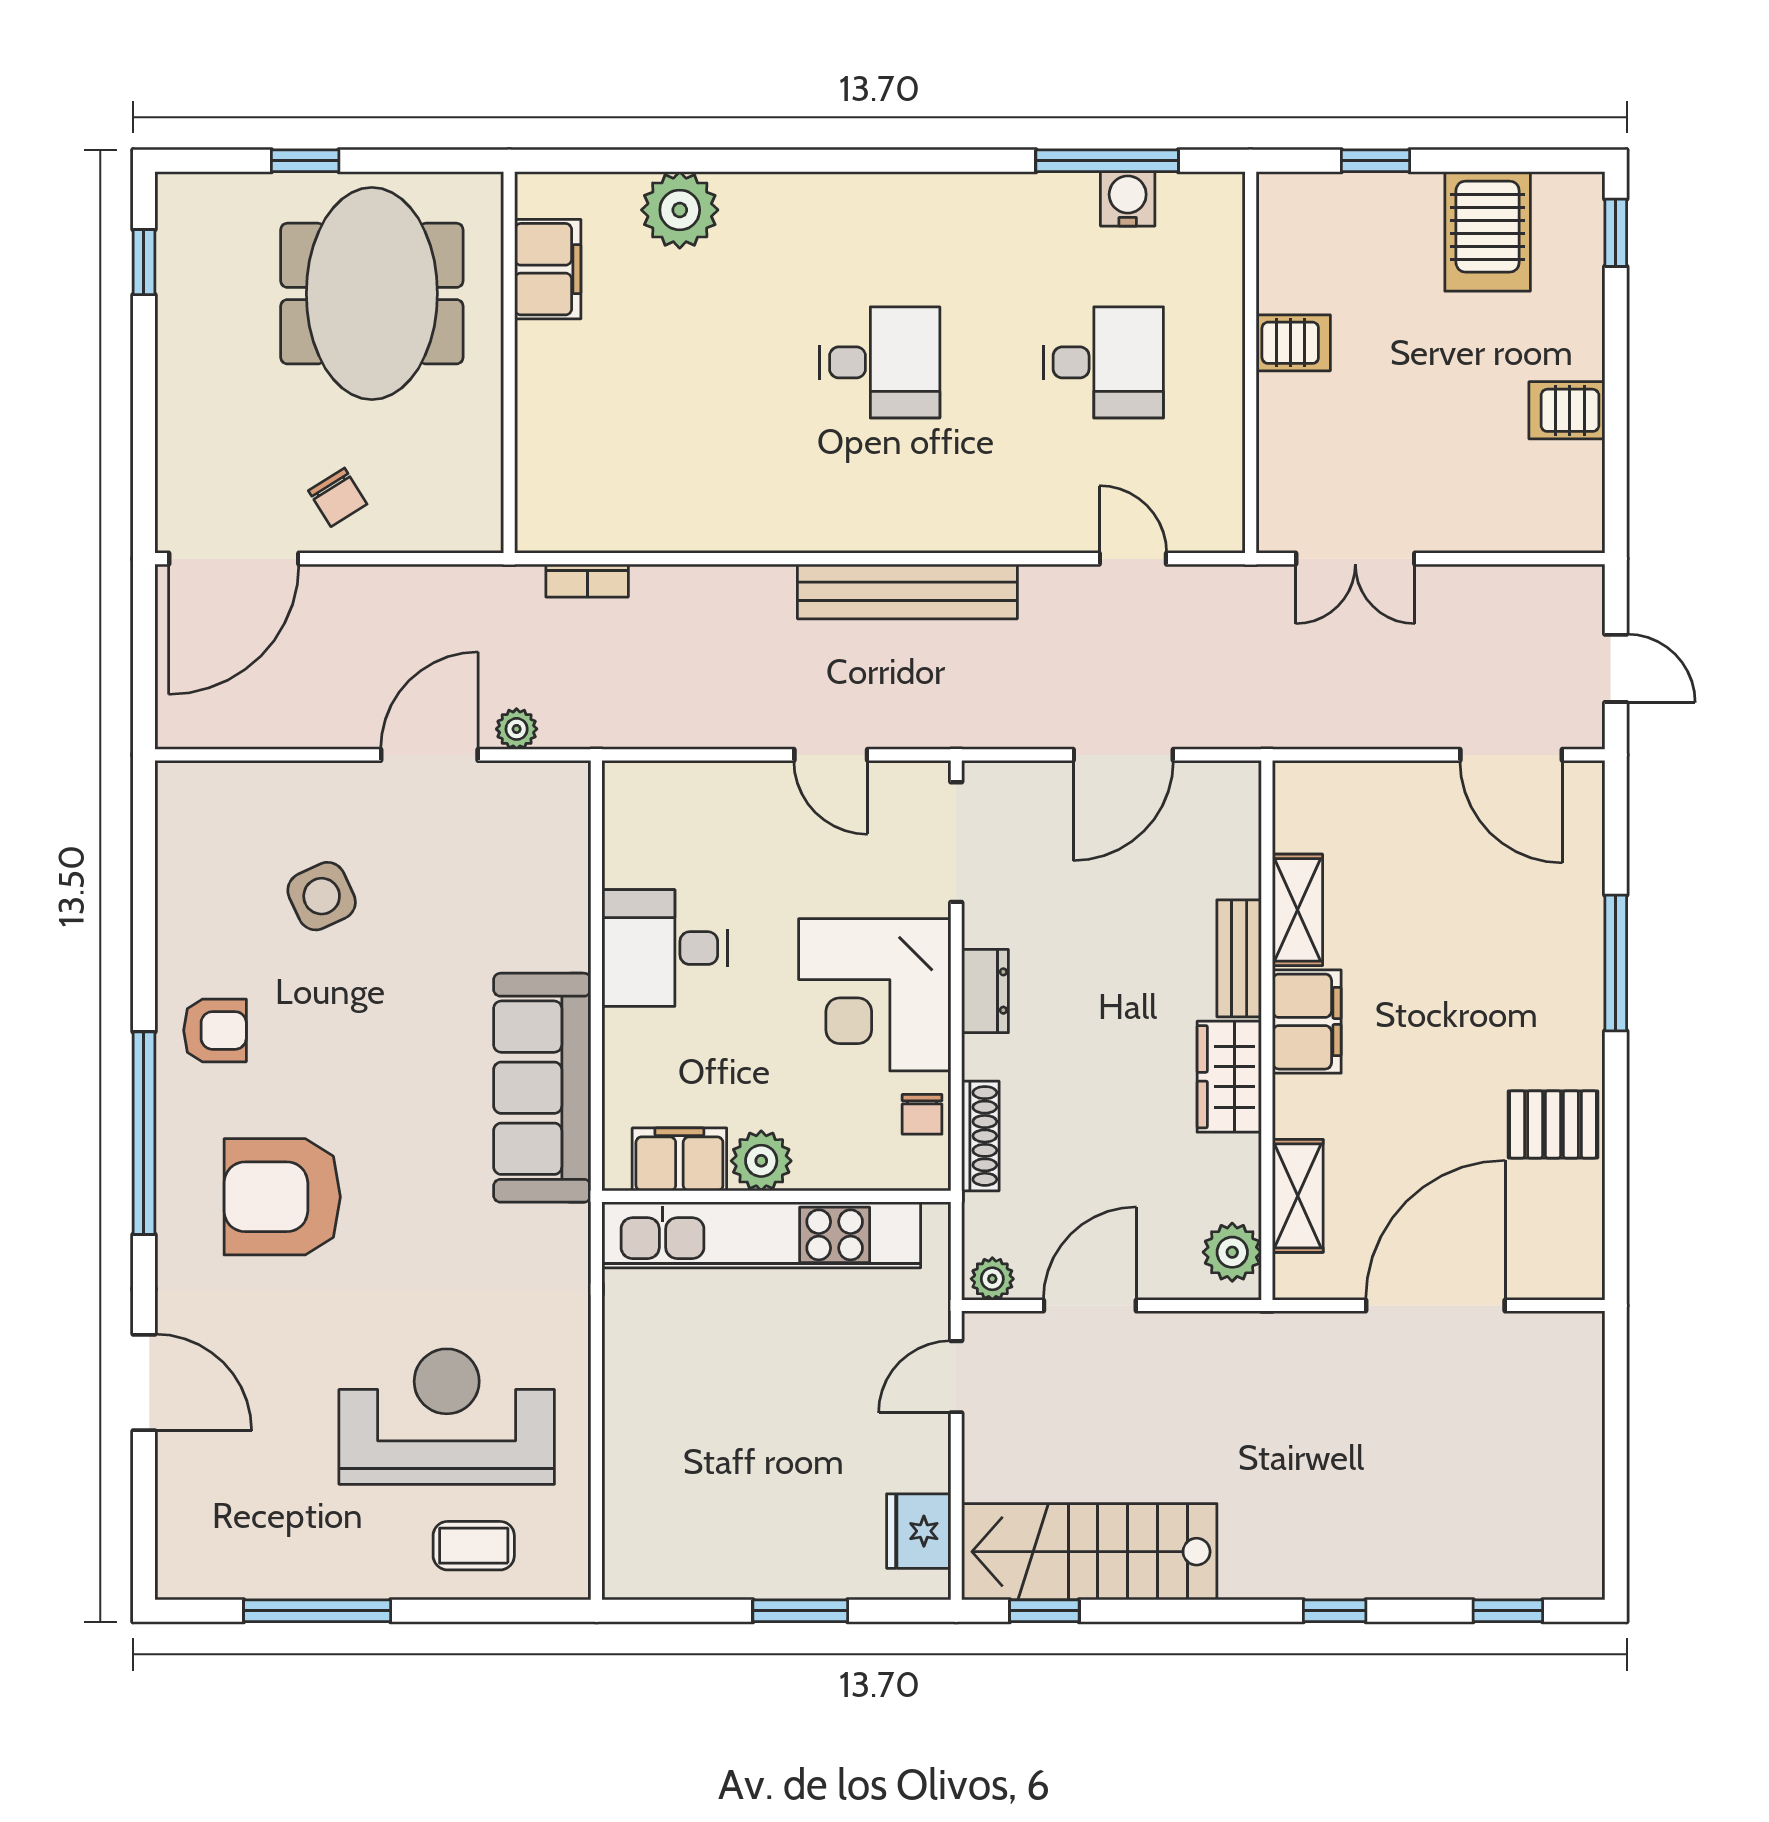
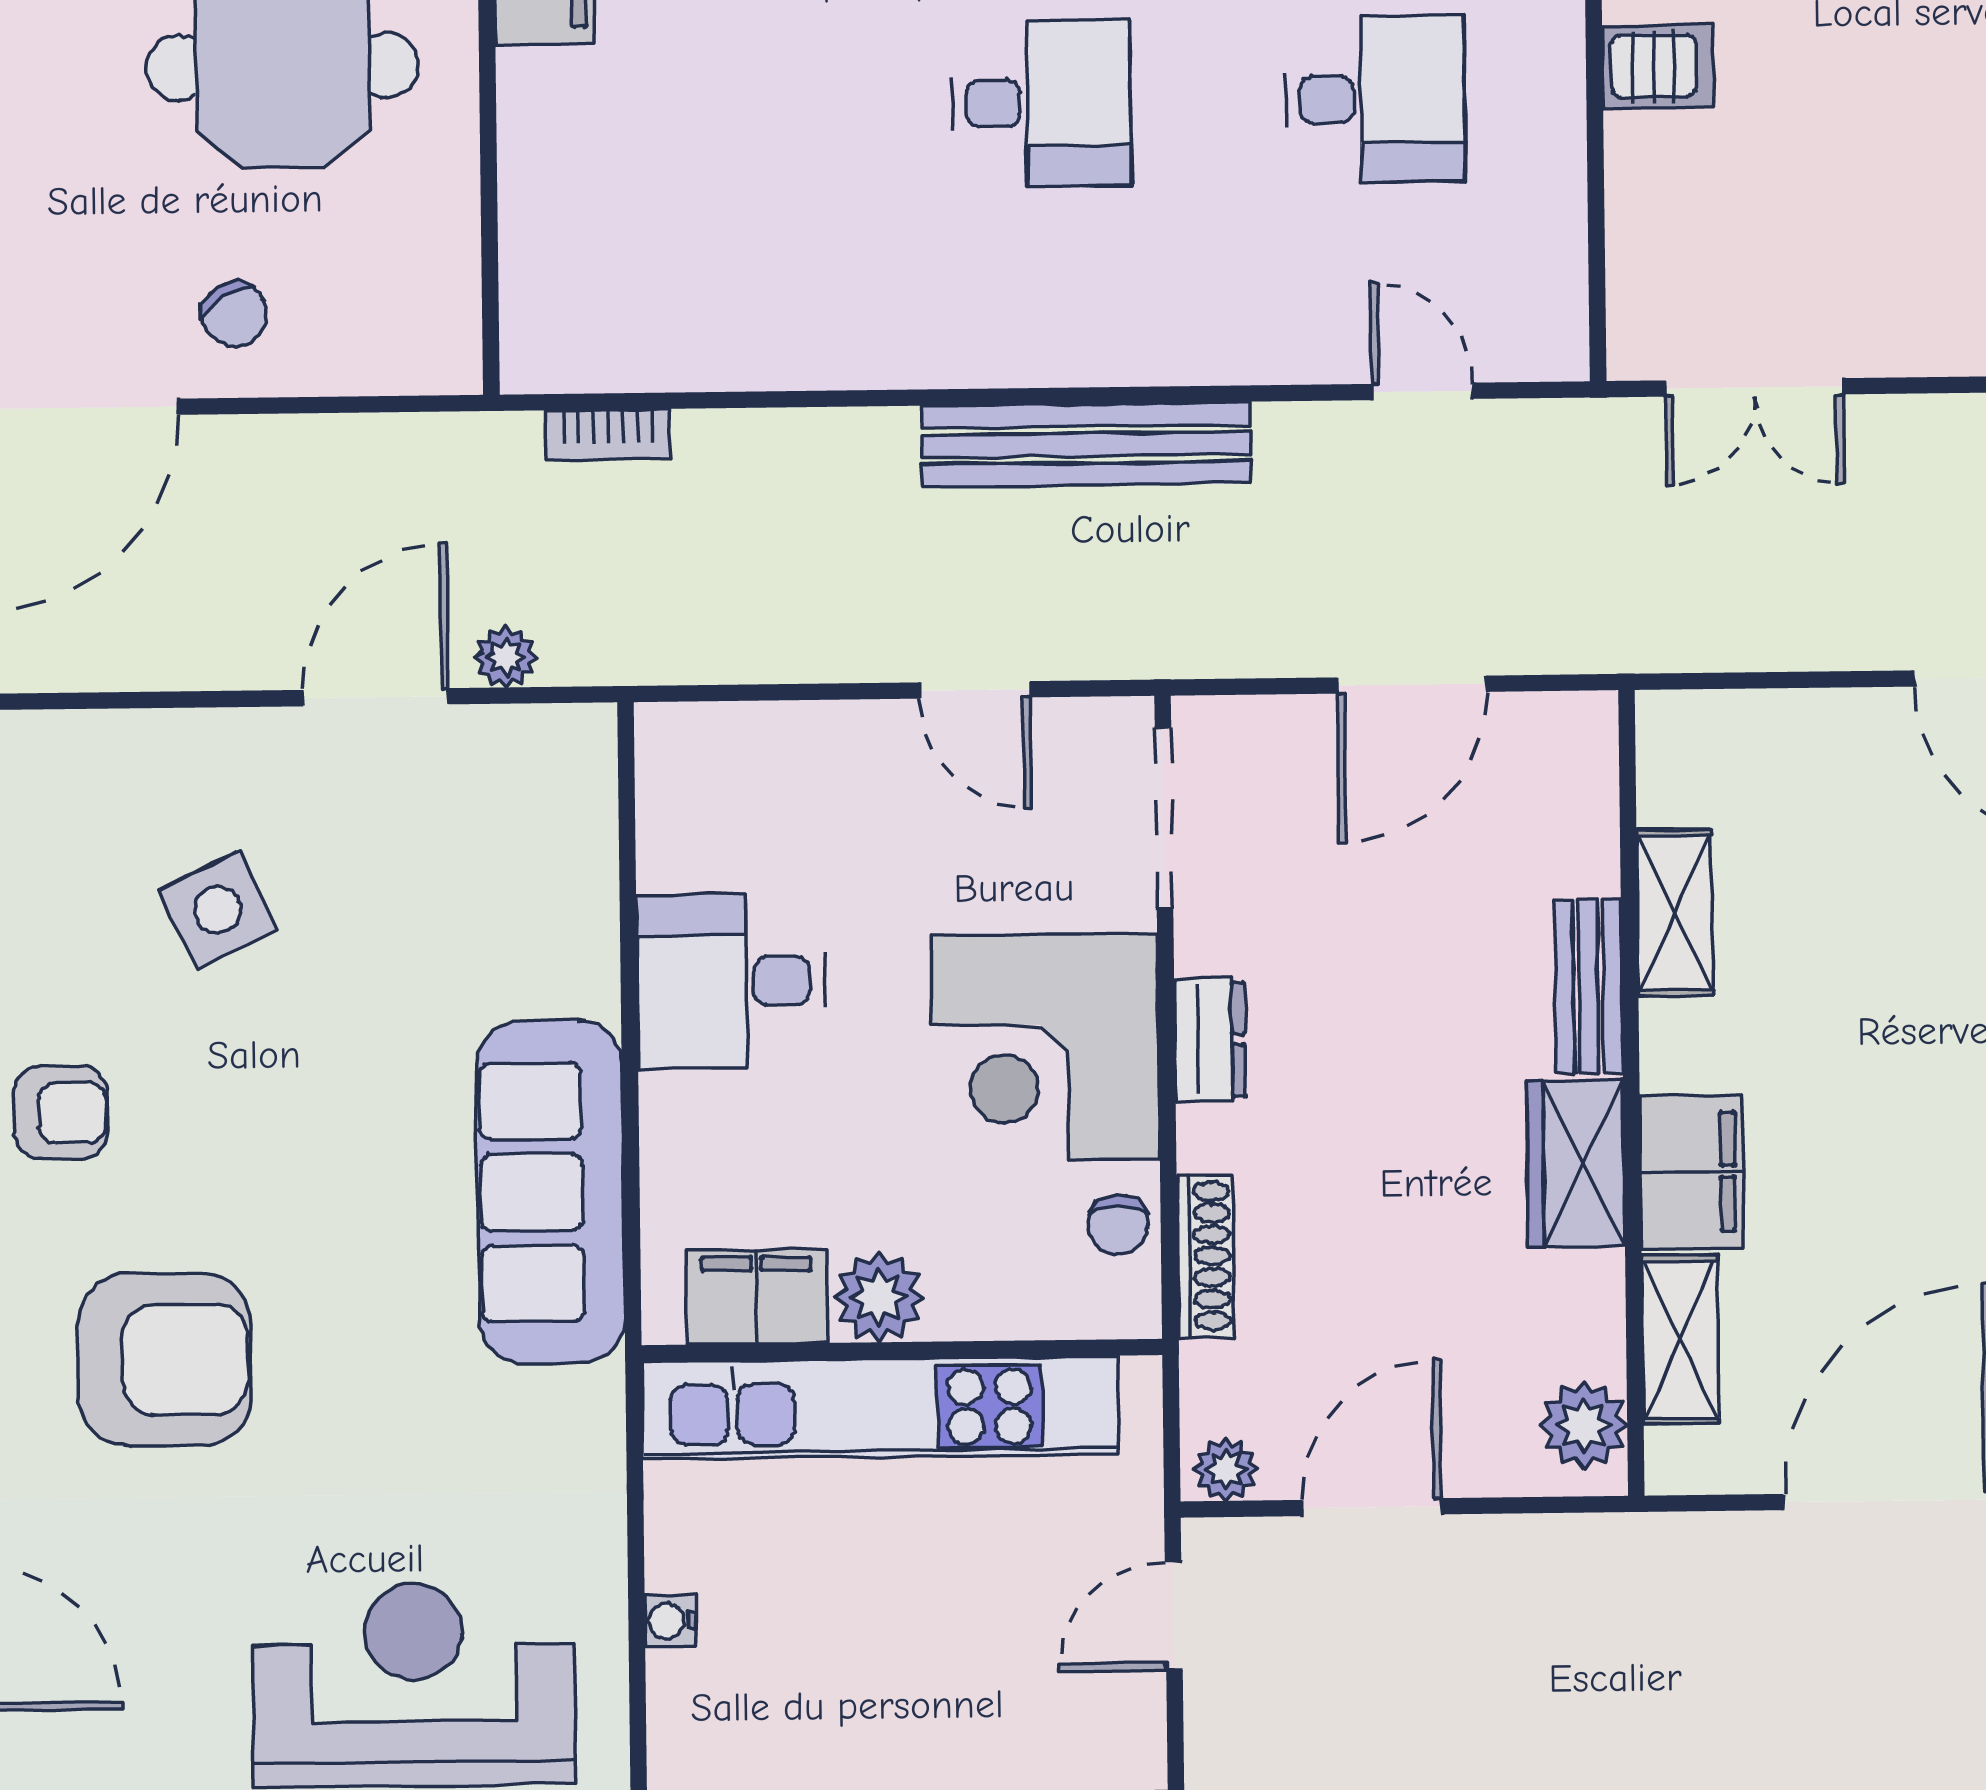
filing cabinet: (1307, 1022) -> (1692, 1172), moved
armchair: (282, 1197) -> (164, 1360), turned 180
water cooler: (619, 1376) -> (671, 1621), added

